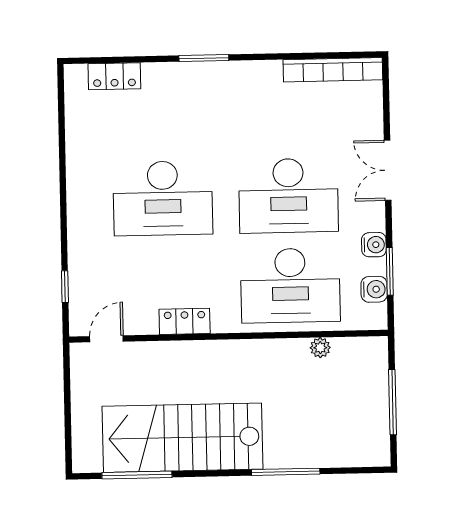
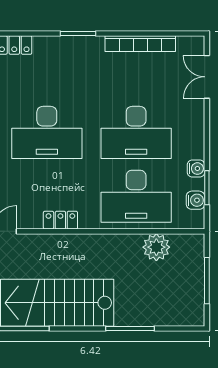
bookcase: (333, 70) -> (140, 44), moved
double door: (388, 170) -> (207, 77), moved
plant: (320, 348) -> (156, 247), width x1.87, depth x1.87

